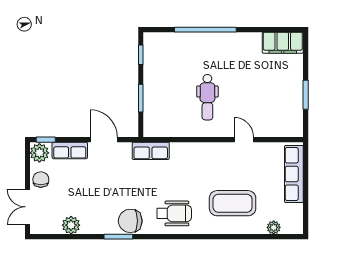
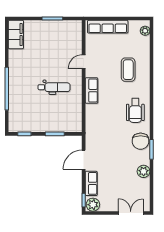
row of seats: (151, 151) -> (92, 91), moved
chair: (41, 180) -> (112, 204), removed
coffee table: (233, 203) -> (128, 70), width x0.73, depth x0.76
double door: (28, 207) -> (131, 213), swing flipped
wheelchair: (174, 213) -> (135, 110), turned 180
plant: (71, 225) -> (144, 171), moved
plant: (274, 227) -> (145, 31), moved

